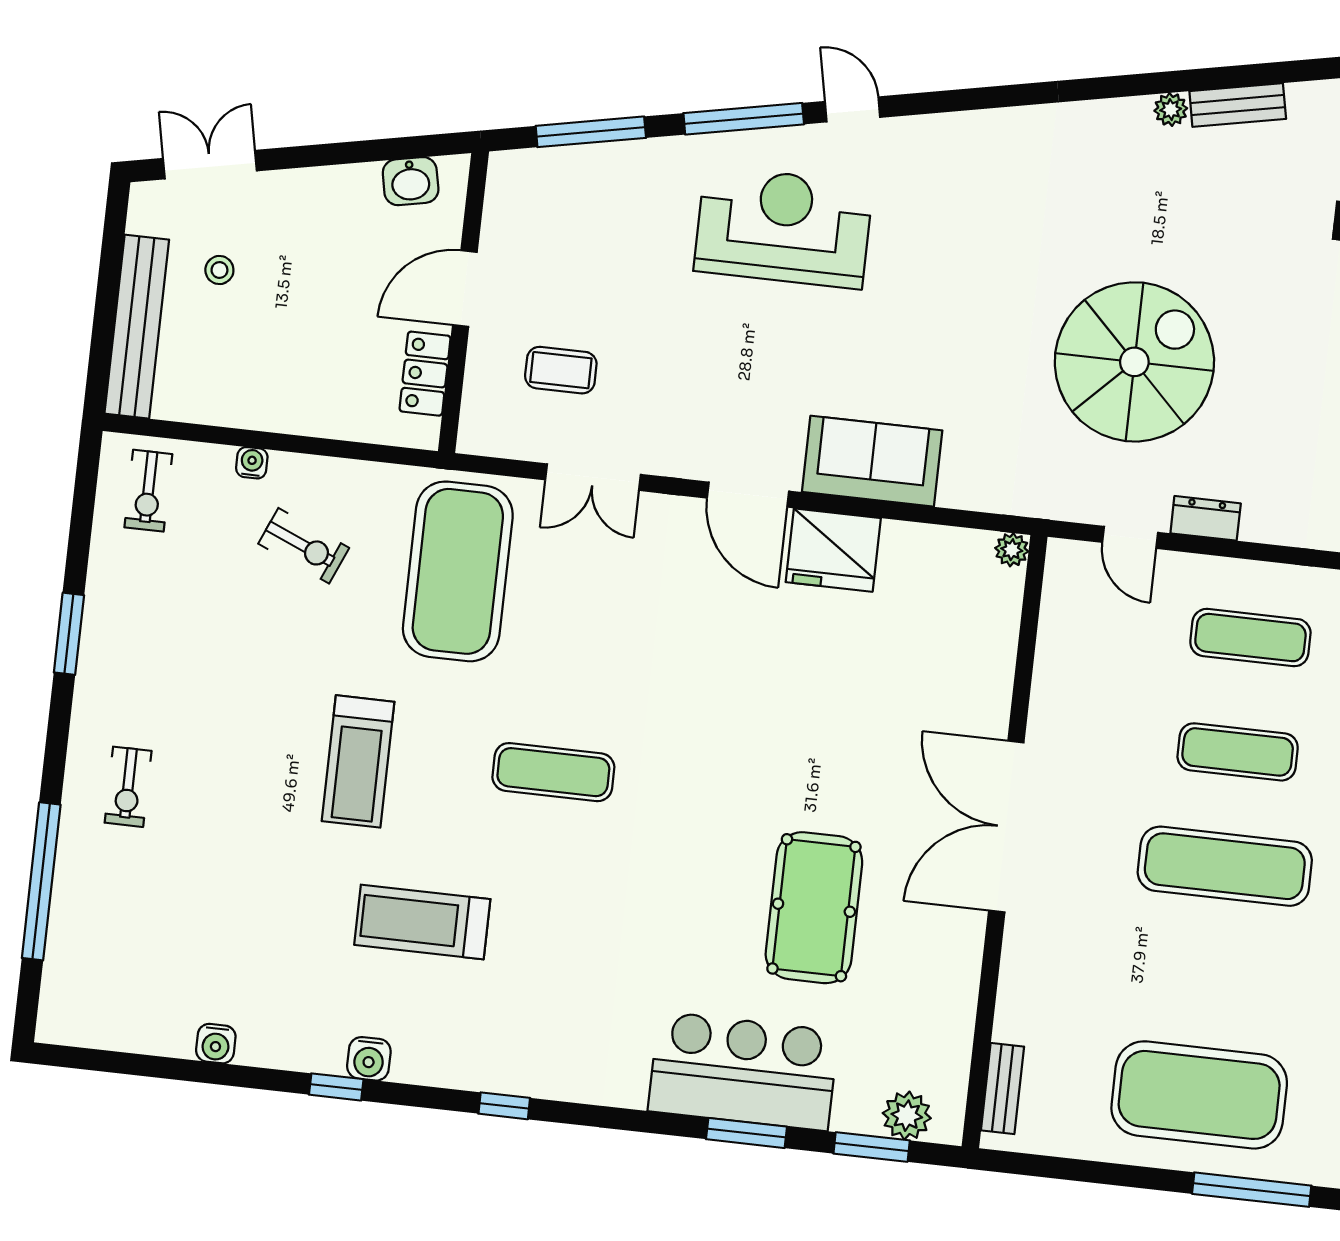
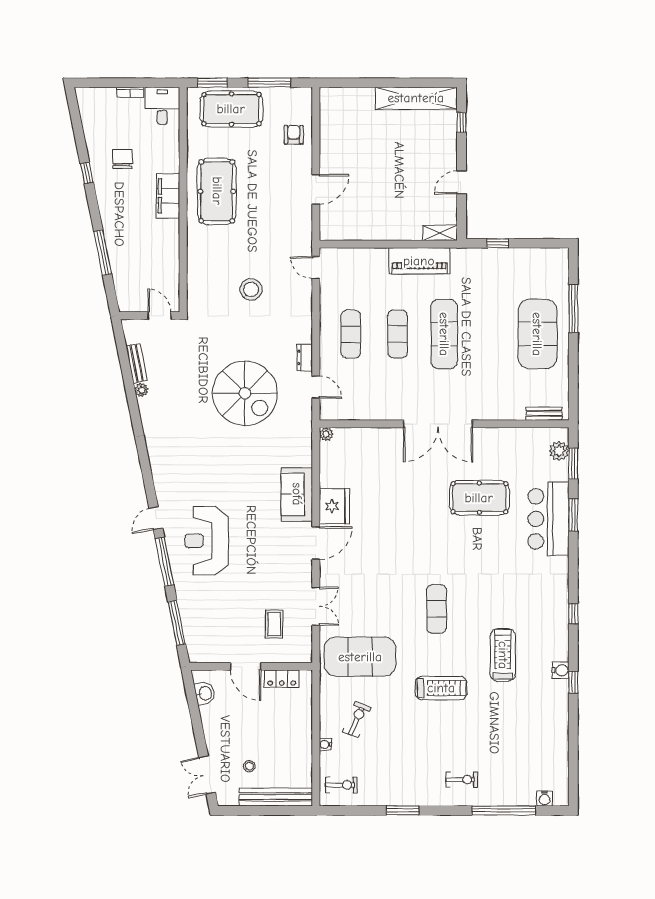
spiral stairs: (1134, 362) -> (245, 393), turned 180
door: (1130, 537) -> (316, 387), hinge flipped
treadmill: (422, 922) -> (503, 655), turned 180
water cooler: (216, 1044) -> (545, 798), moved, turned 90

